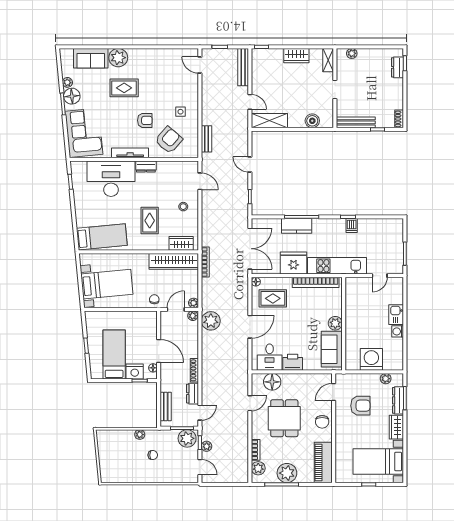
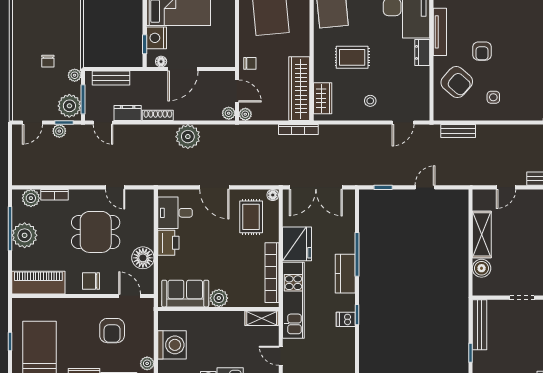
rug: (124, 88) -> (524, 24), removed
shelving: (269, 121) -> (482, 234), moved
kitchen counter: (297, 226) -> (345, 274), moved
shelving: (351, 290) -> (262, 318), added
plant: (211, 321) -> (188, 137), moved
floor lamp: (272, 382) -> (143, 258), moved
plant: (140, 435) -> (75, 75), moved

